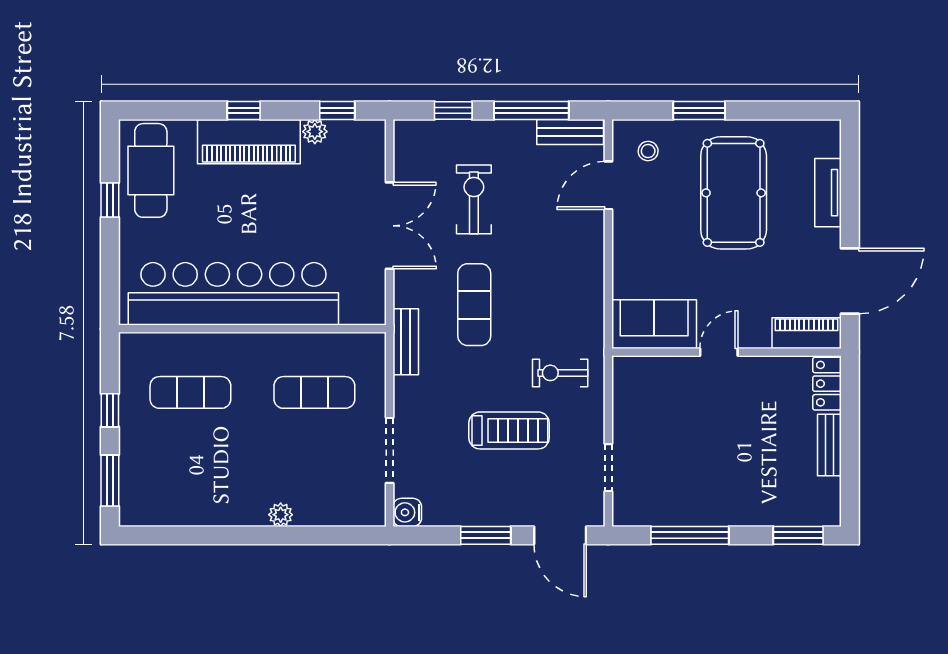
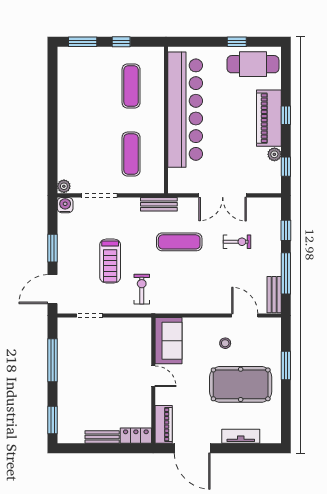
stool: (648, 151) -> (225, 343), moved
exercise bike: (474, 199) -> (237, 242), width x0.73, depth x0.72
plant: (281, 515) -> (64, 186), moved

